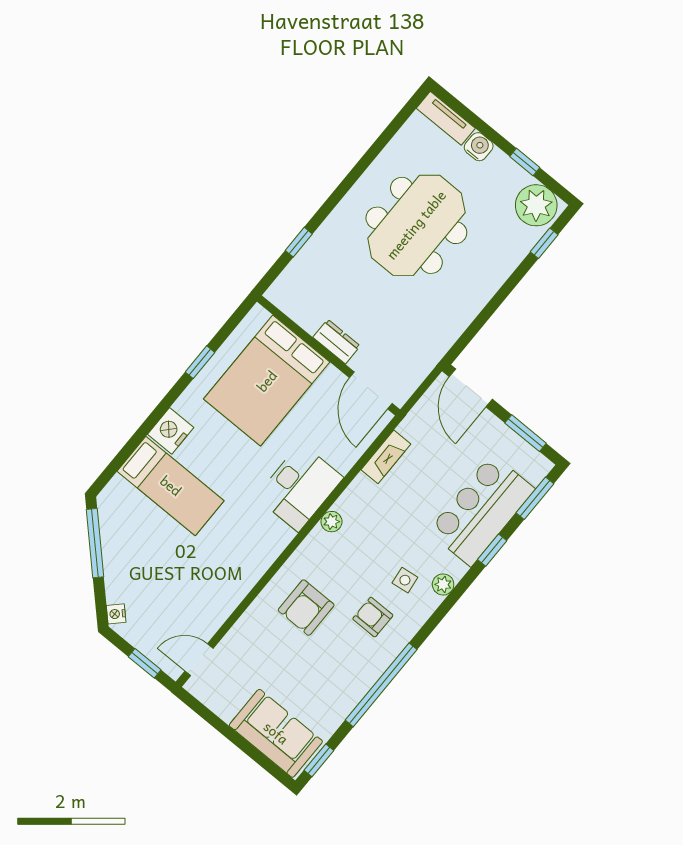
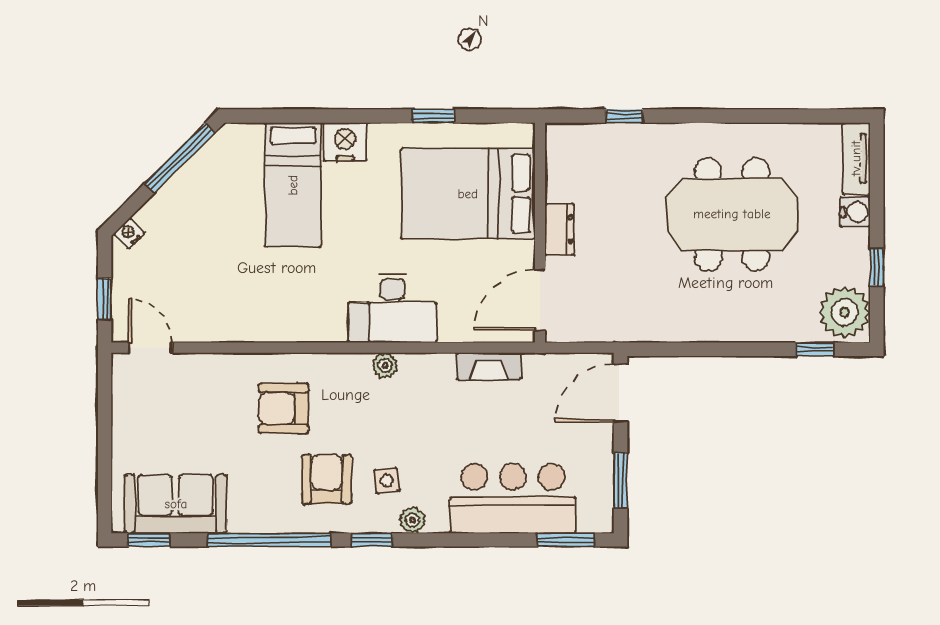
window: (492, 550) -> (372, 540), moved
armchair: (373, 617) -> (327, 479), width x1.38, depth x1.38
sofa: (276, 733) -> (176, 504), moved, turned -90

